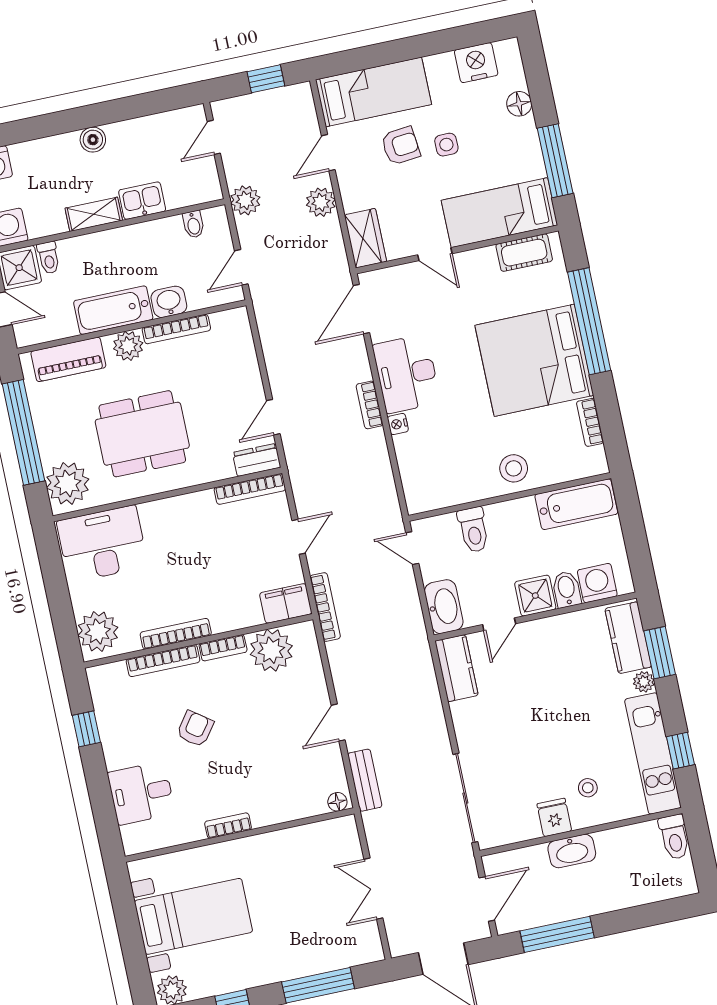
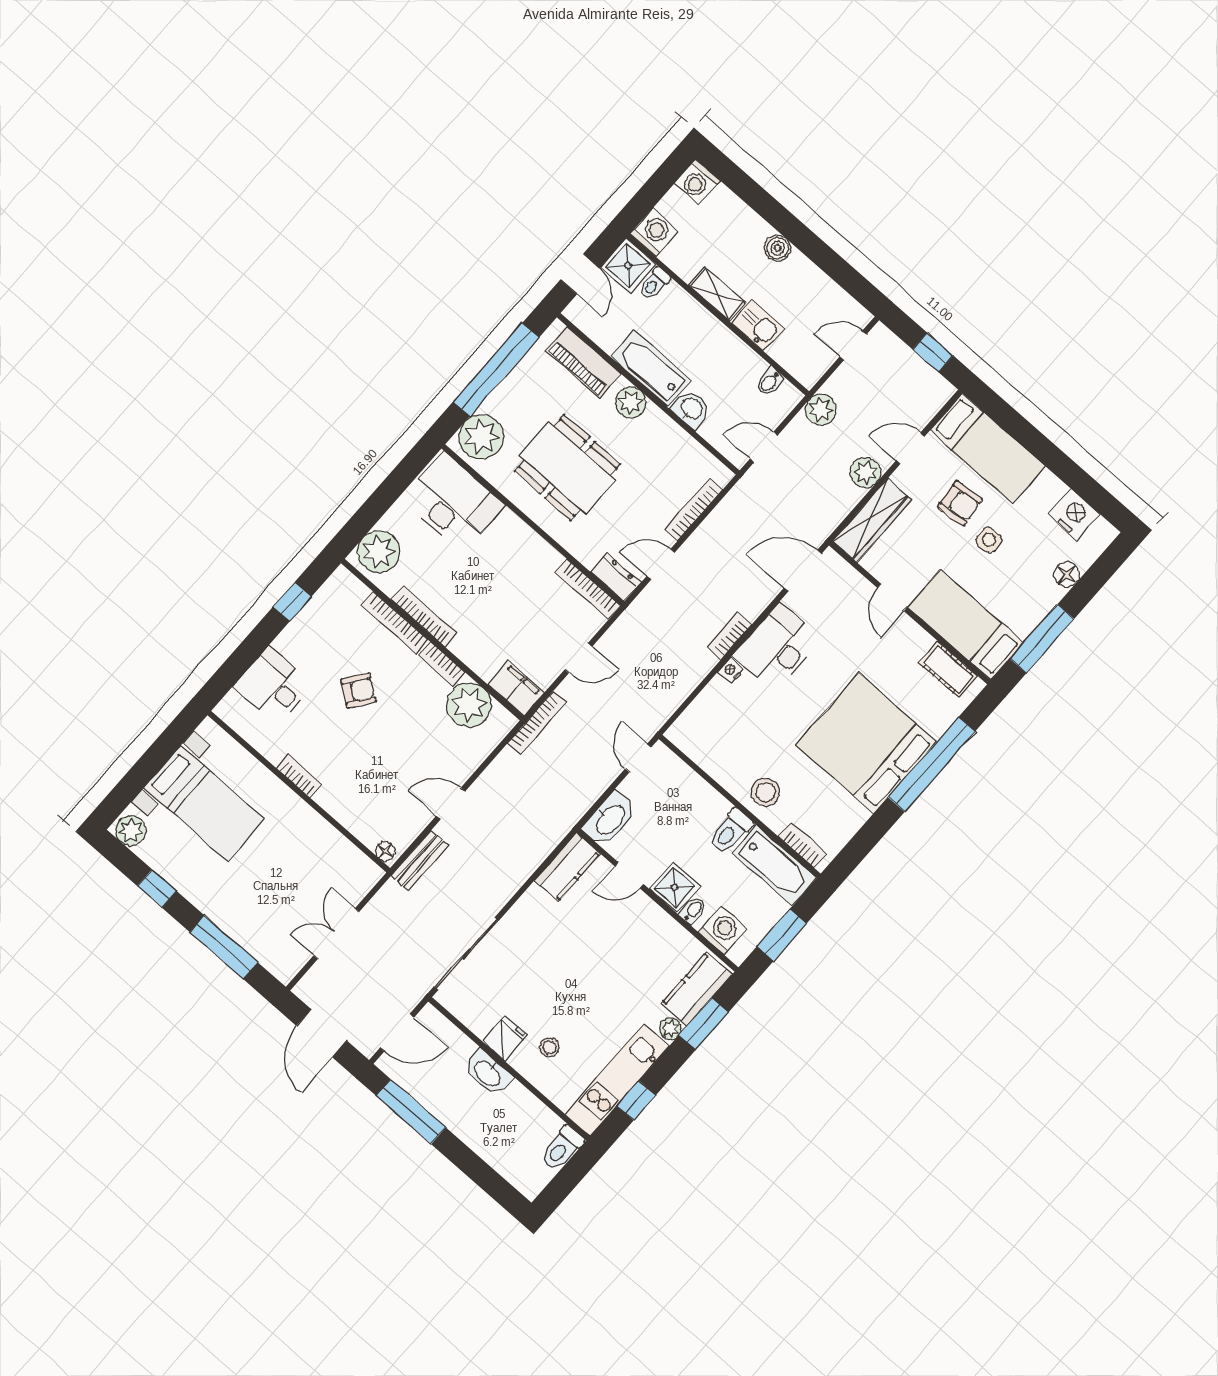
wardrobe: (365, 238) -> (872, 520), width x1.50
bookcase: (176, 329) -> (693, 510), moved, turned 90
bookcase: (590, 422) -> (803, 846), moved, turned 90
toilet: (473, 530) -> (730, 831), moved
window: (636, 539) -> (782, 935), added
bidet: (567, 589) -> (693, 910), width x0.72, depth x0.74

